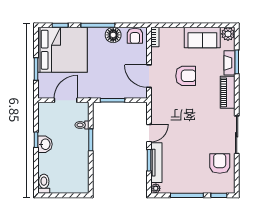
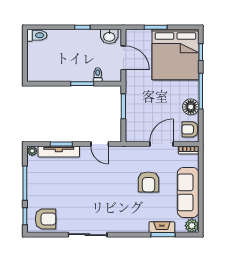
sofa: (202, 38) -> (188, 192), width x1.36
door: (149, 76) -> (161, 144), moved
piano: (228, 92) -> (131, 225), removed
door: (149, 133) -> (100, 144), moved
washbasin: (45, 144) -> (109, 36), moved
armchair: (220, 164) -> (46, 219), moved

